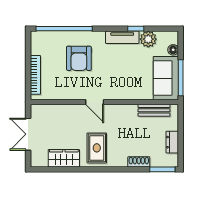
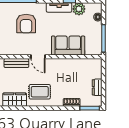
sofa: (166, 78) -> (68, 45), moved, turned 90
bench: (154, 110) -> (16, 63), moved
rug: (97, 148) -> (40, 92), turned 90

